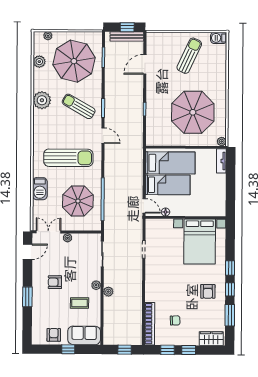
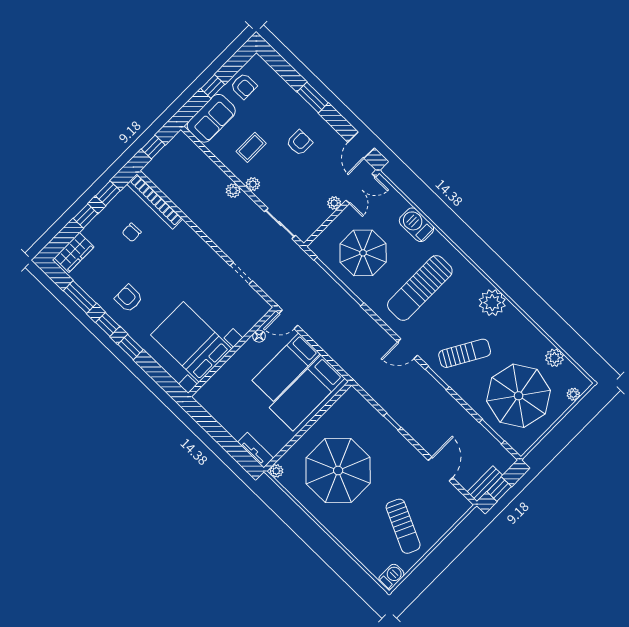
bench: (127, 36) -> (485, 484), width x0.73
plant: (42, 100) -> (492, 303), moved

